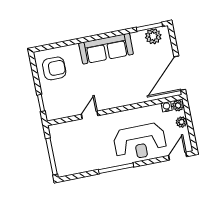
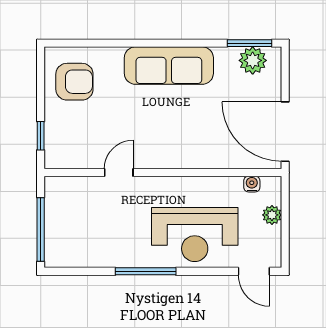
door: (180, 73) -> (285, 132), hinge flipped
plant: (178, 106) -> (272, 186), removed
door: (178, 156) -> (254, 271), swing flipped

